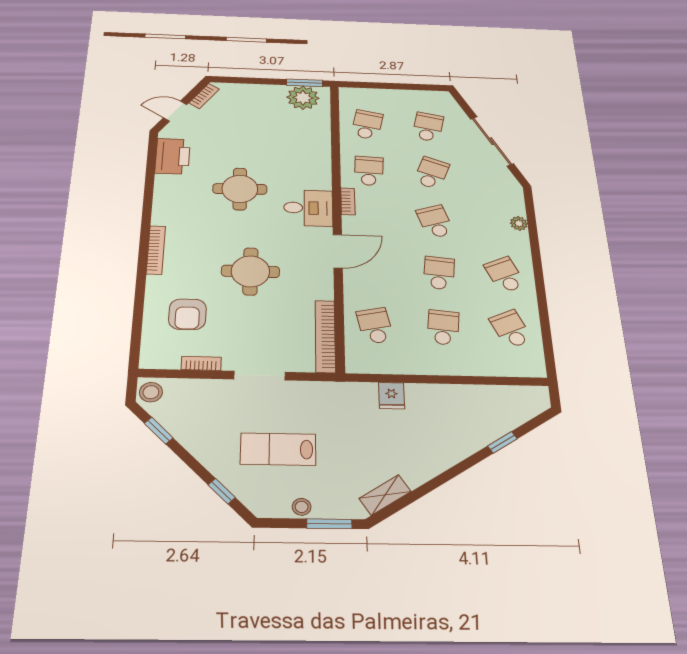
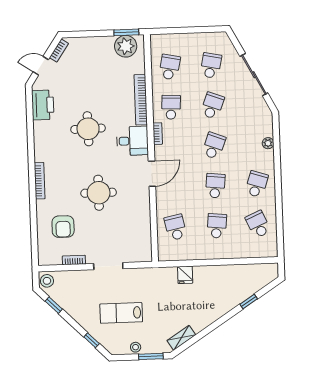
school desk: (435, 222) -> (214, 146), turned 39
school desk: (505, 275) -> (257, 184), turned 42
bookcase: (325, 336) -> (141, 100), moved

